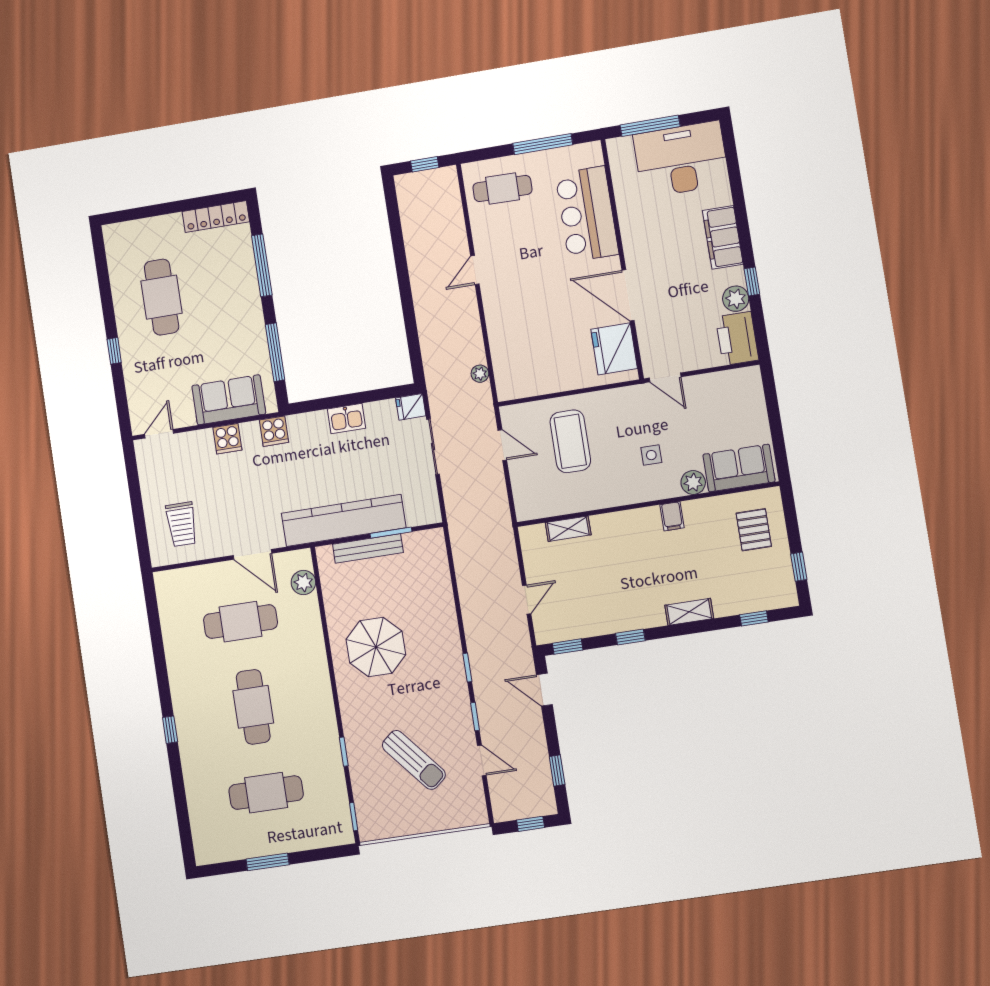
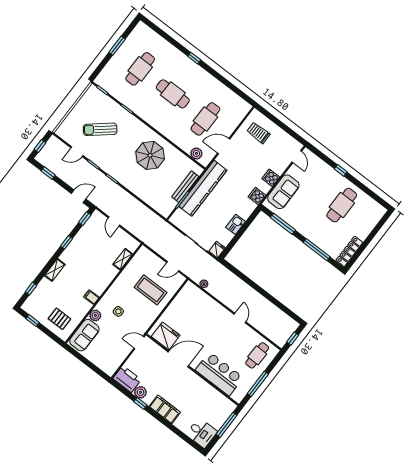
desk: (681, 159) -> (202, 433), width x0.53, depth x0.77
cafe table: (162, 297) -> (342, 205), turned 90

